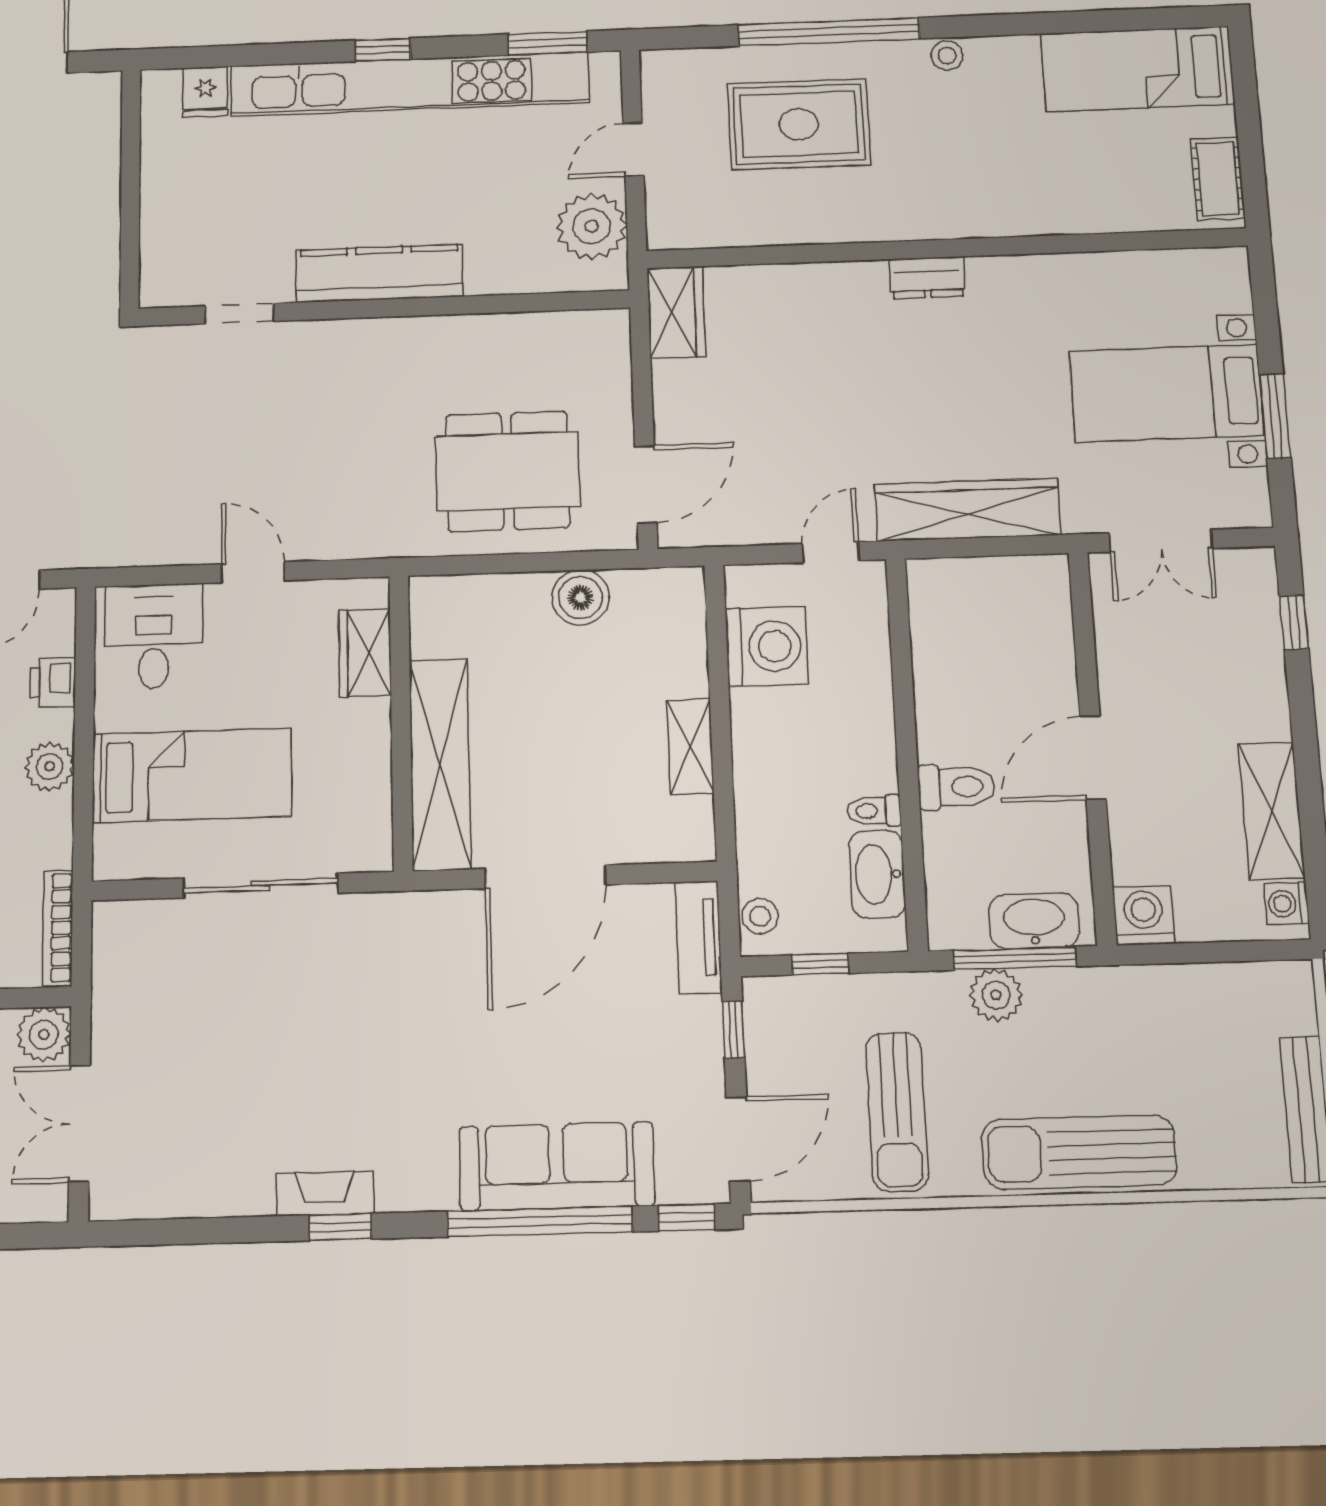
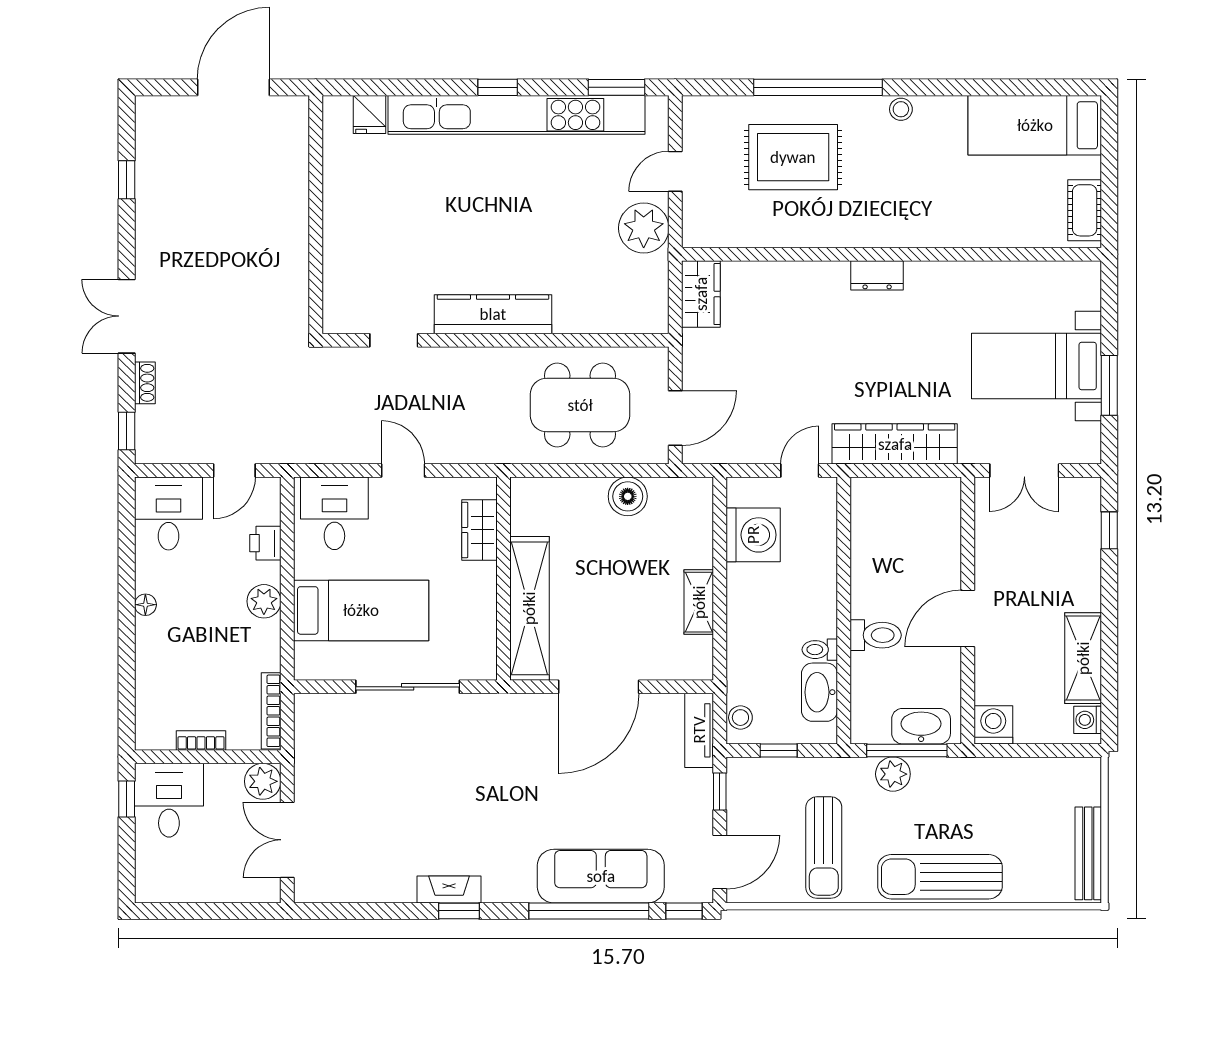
kitchen counter: (379, 273) -> (493, 314), moved
wall: (383, 308) -> (496, 340), moved
doorway: (239, 314) -> (394, 340), moved

